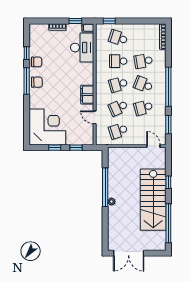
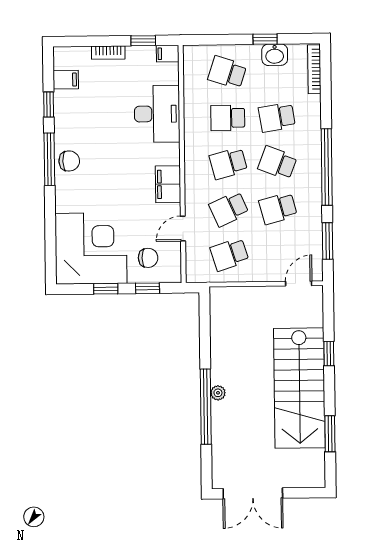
window: (109, 21) -> (265, 39), moved
washbasin: (143, 29) -> (275, 55), added
filing cabinet: (36, 40) -> (66, 80), added
desk: (82, 48) -> (157, 114), moved
chair: (37, 62) -> (148, 258), moved
door: (95, 117) -> (183, 229), hinge flipped
door: (153, 146) -> (299, 283), hinge flipped
window: (105, 187) -> (206, 407), moved
window: (168, 223) -> (330, 434), width x0.47

